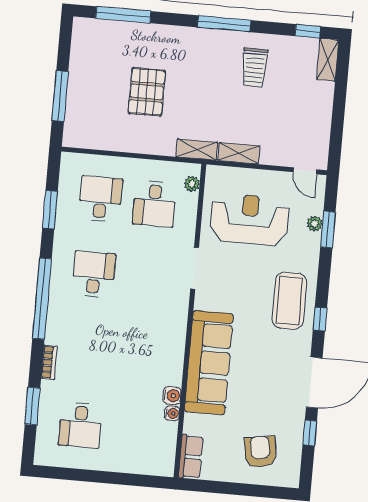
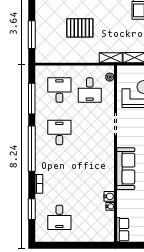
pallet: (147, 92) -> (80, 28), turned 90
window: (50, 210) -> (32, 99), width x1.44
sofa: (209, 363) -> (126, 169), width x0.74, depth x0.79

